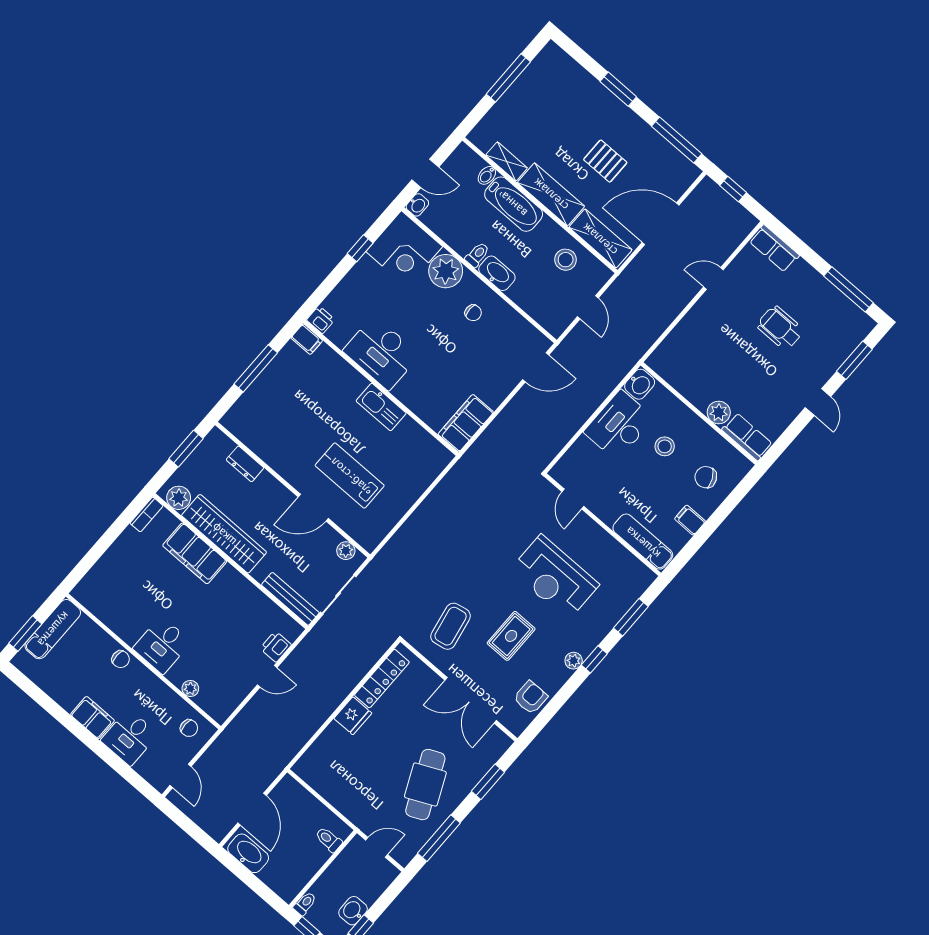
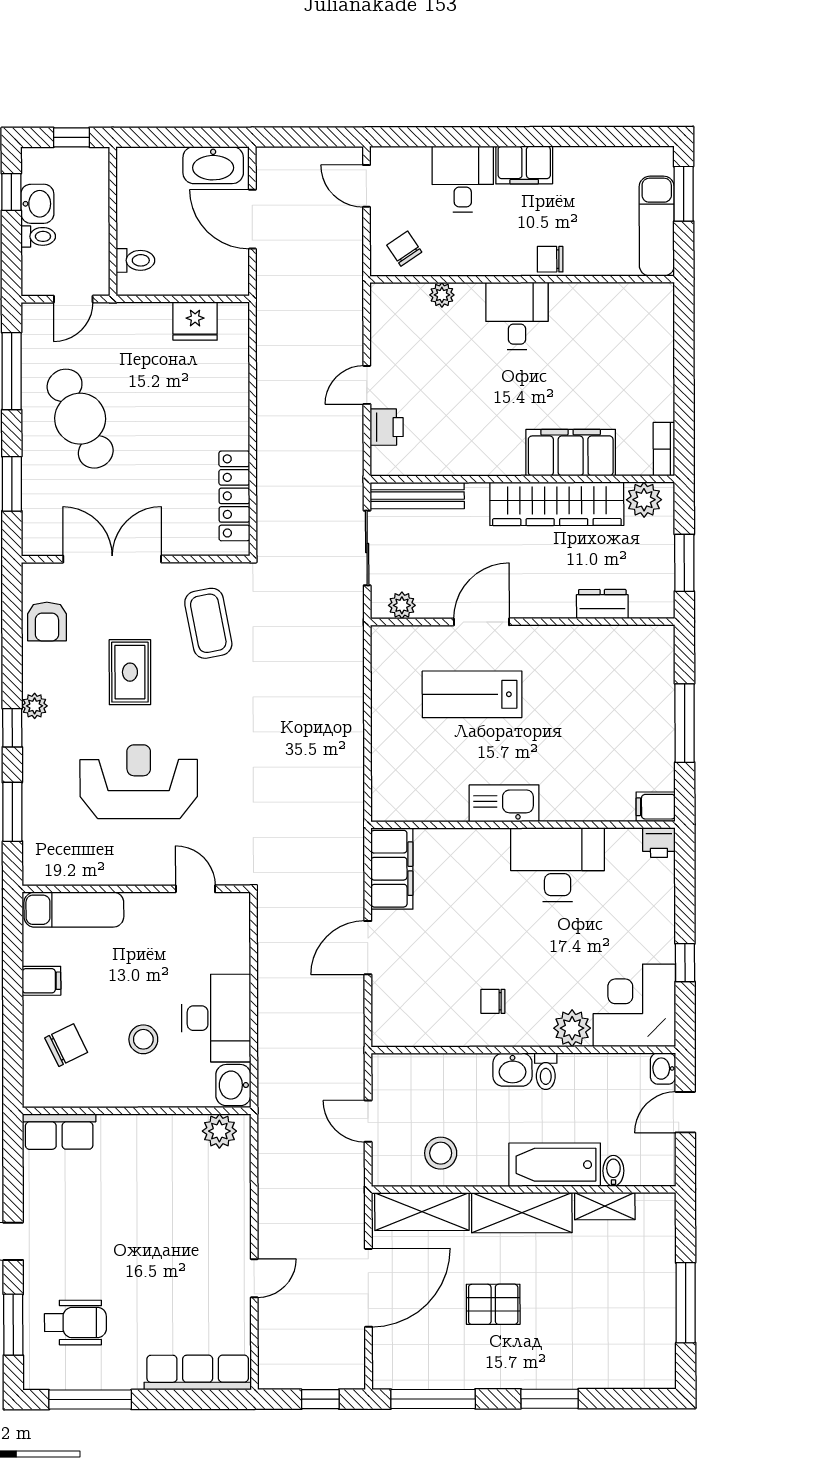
row of seats: (774, 248) -> (198, 1373), width x1.48
plant: (446, 271) -> (572, 1028), width x0.73, depth x0.73
washbasin: (497, 273) -> (512, 1070), width x0.72
wheelchair: (780, 328) -> (75, 1323), moved
door: (536, 367) -> (368, 948), moved
plant: (719, 412) -> (219, 1131), moved
lab bench: (350, 475) -> (472, 694), turned 180
fridge: (353, 716) -> (195, 321), moved, turned -90
chair: (189, 728) -> (404, 249), turned 56
toilet: (305, 904) -> (38, 236), moved, turned -90

